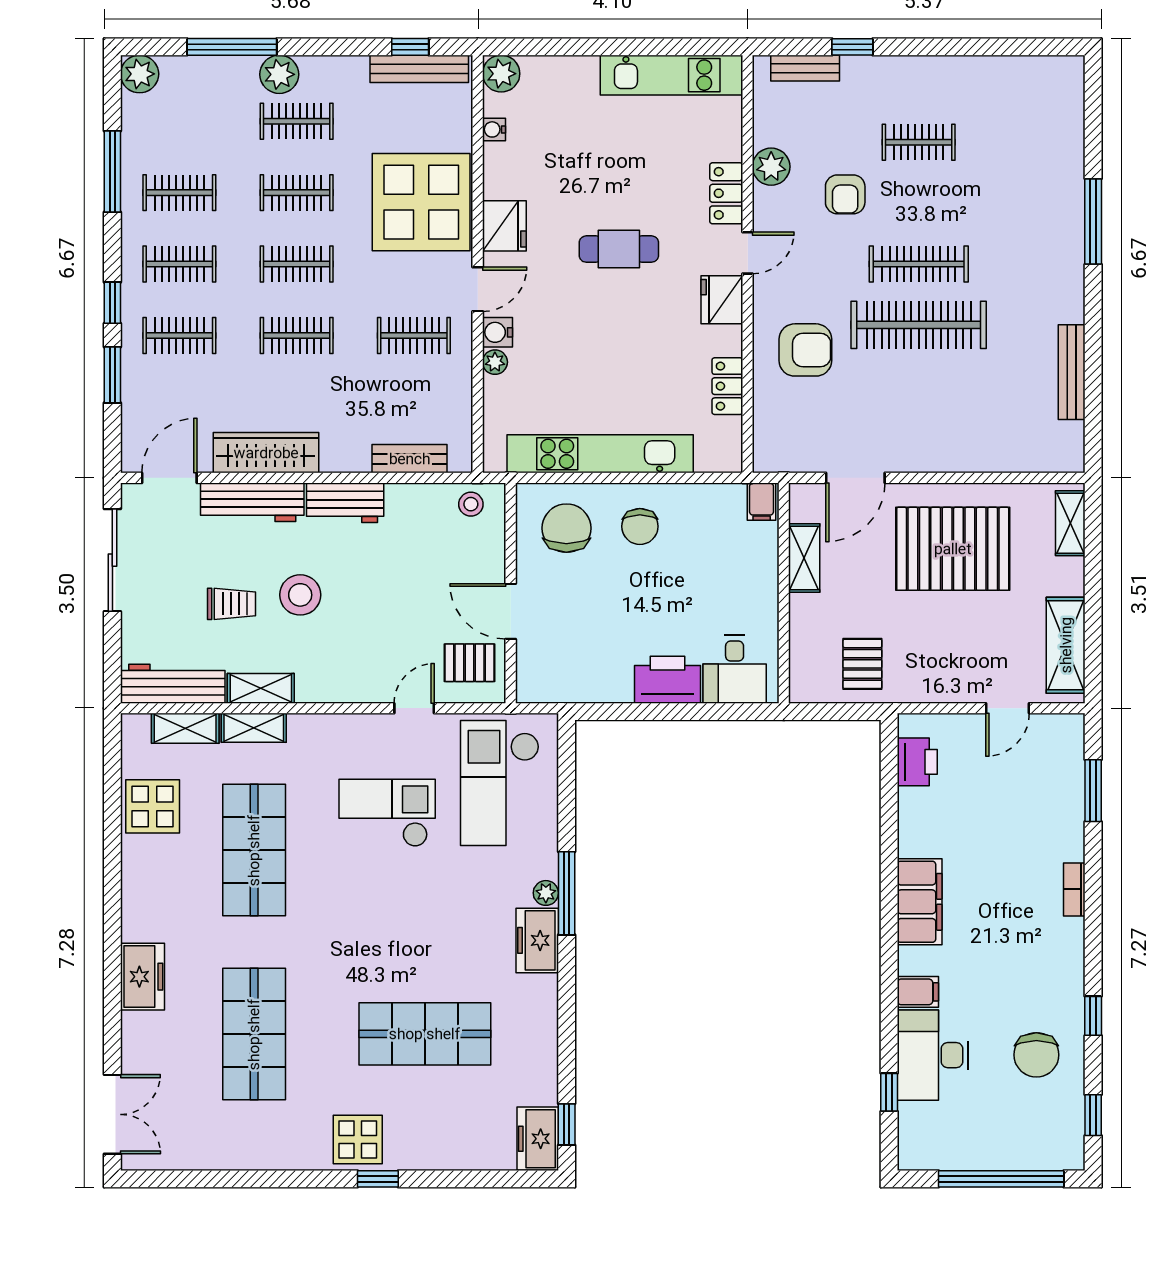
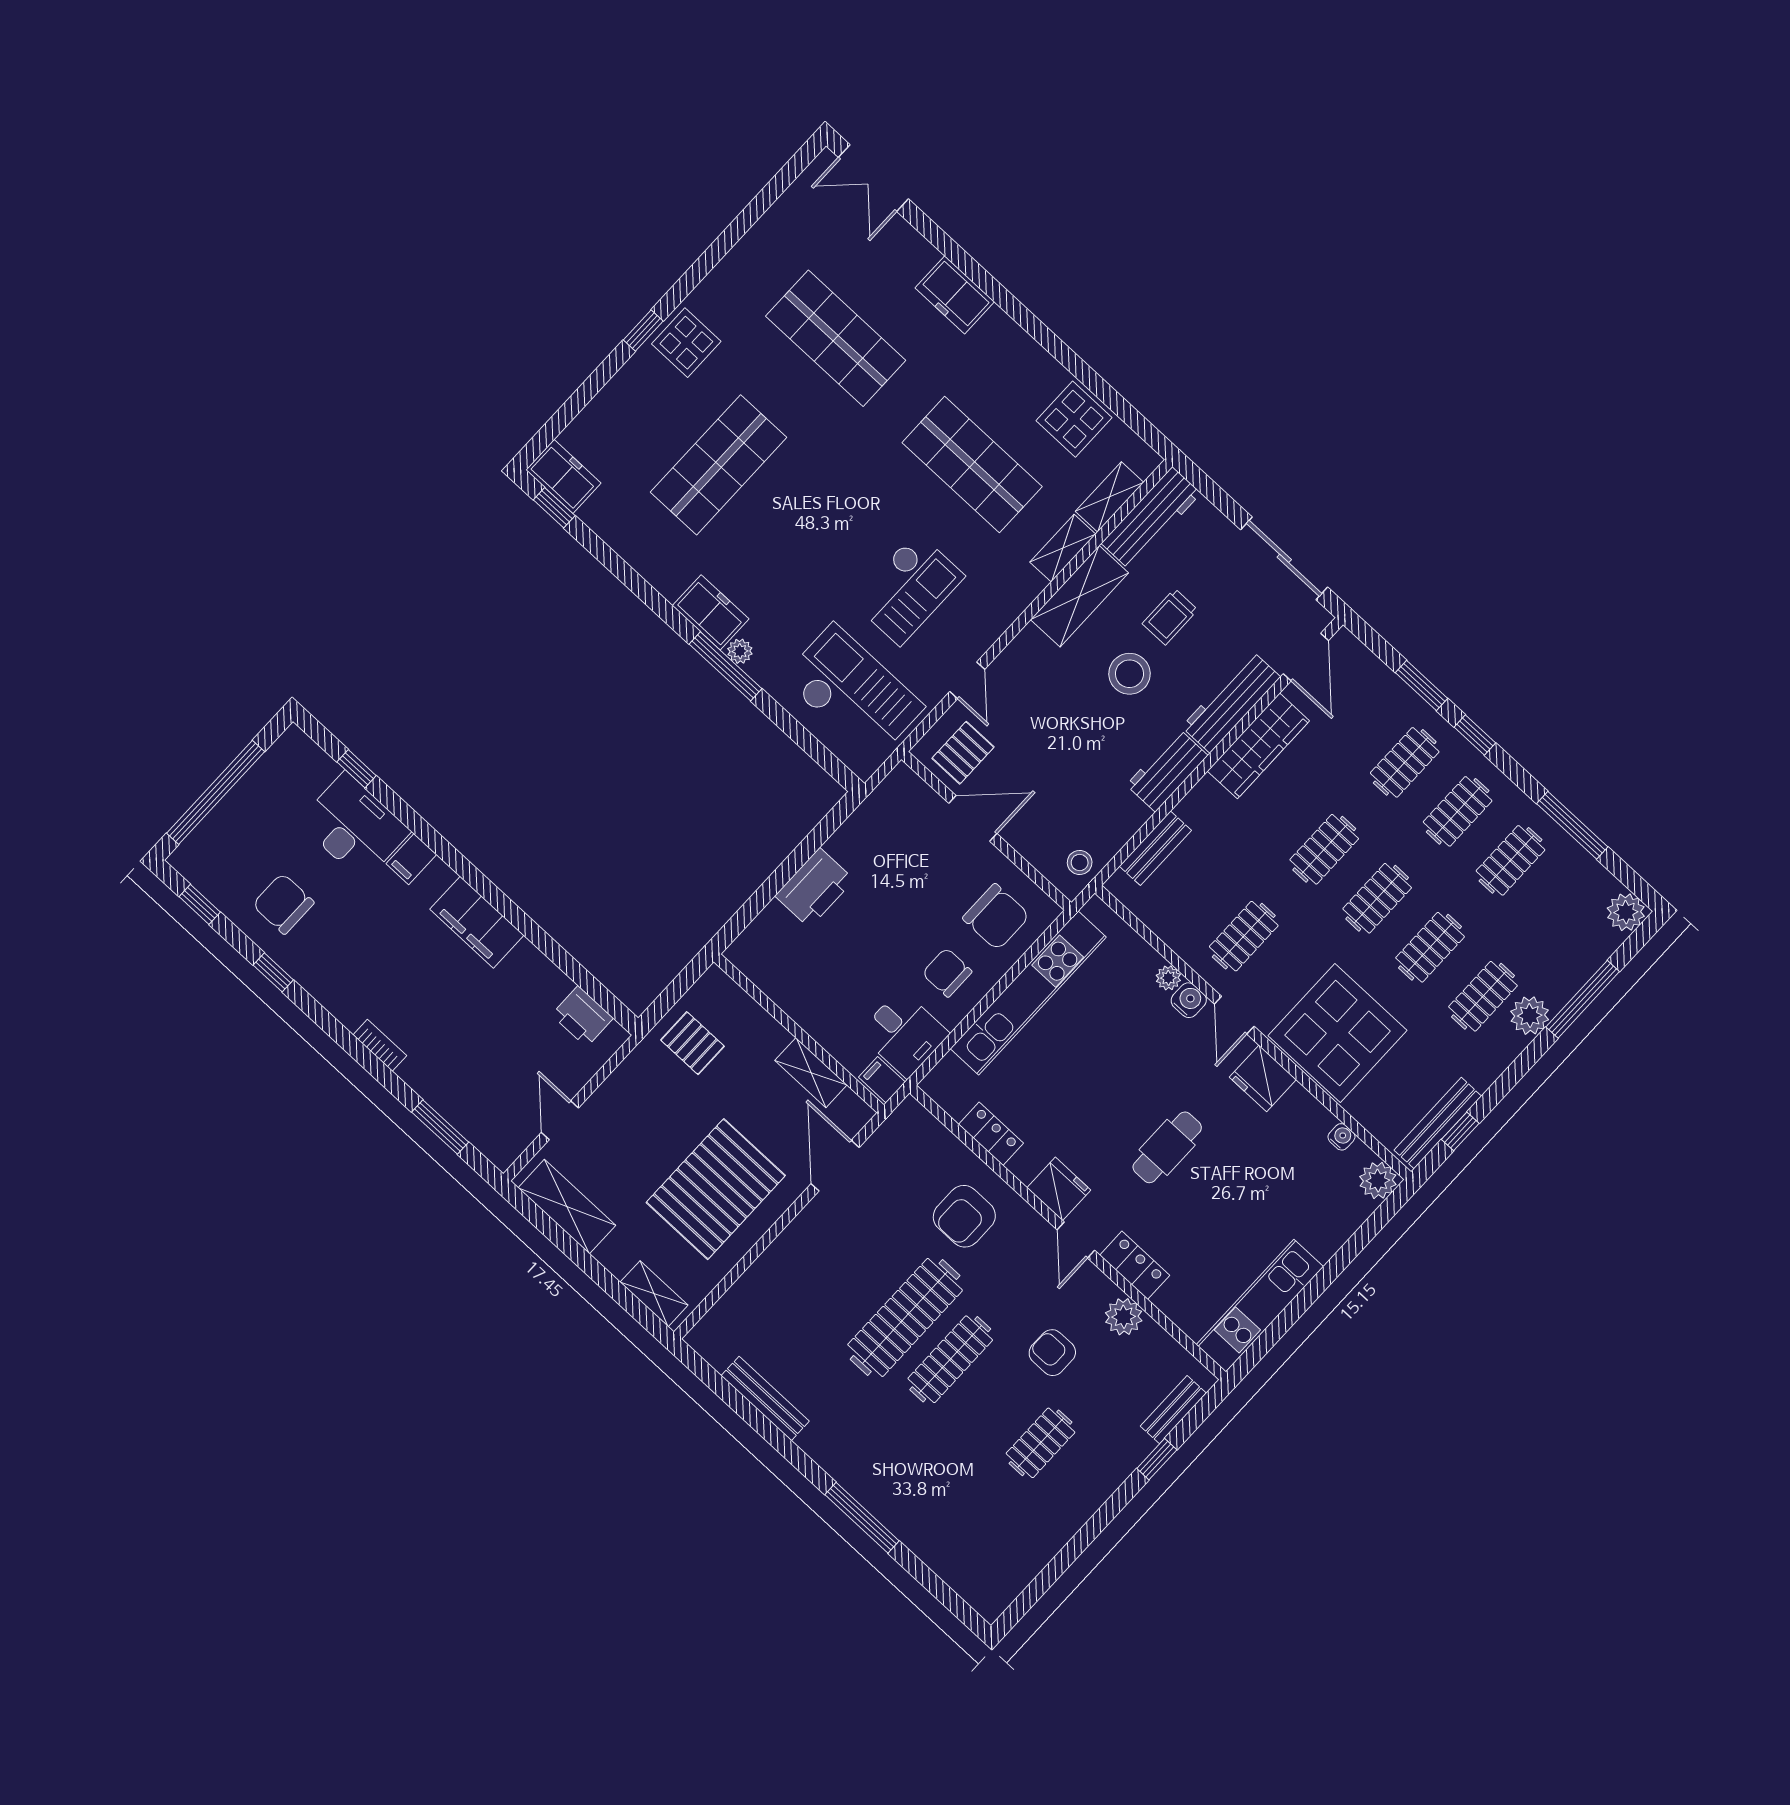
desk: (735, 669) -> (904, 1034), moved, turned 180
shelving: (261, 688) -> (1080, 596), width x1.50, depth x1.33

